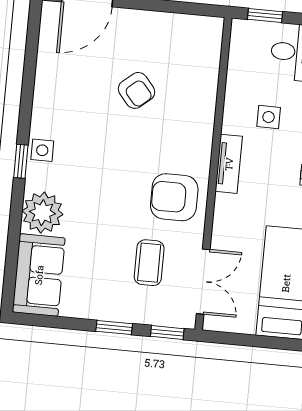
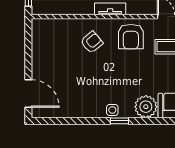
armchair: (137, 90) -> (92, 42), moved

